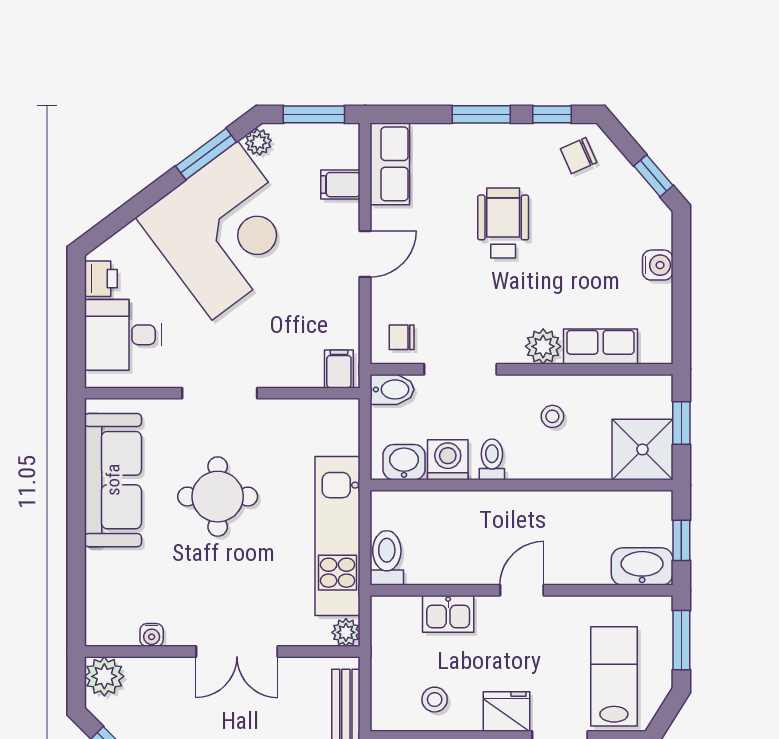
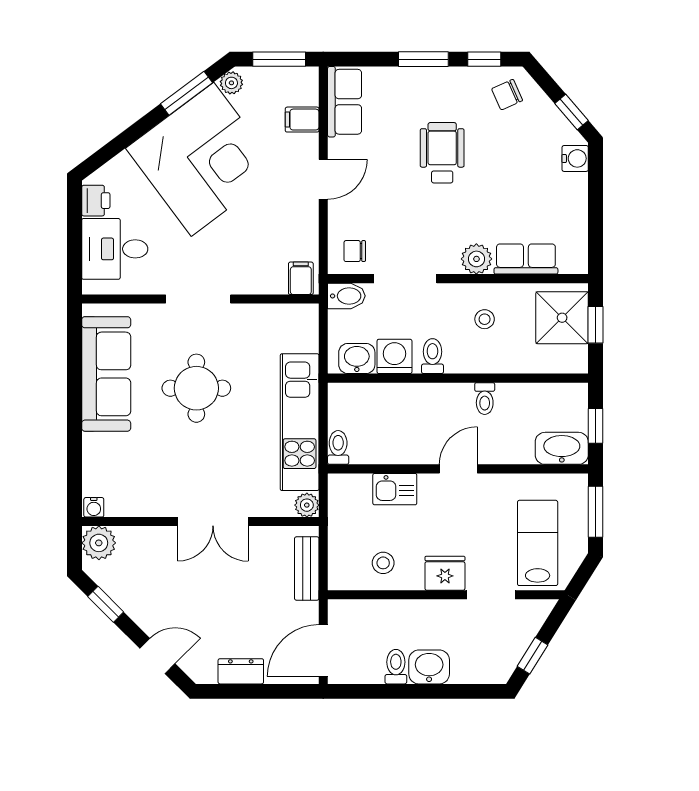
water cooler: (658, 265) -> (575, 158), moved
shower: (642, 449) -> (562, 318), moved
toilet: (553, 509) -> (485, 399), added
toilet: (387, 558) -> (338, 447), width x0.73, depth x0.72
water cooler: (152, 635) -> (94, 507), moved

